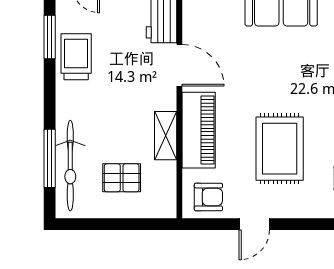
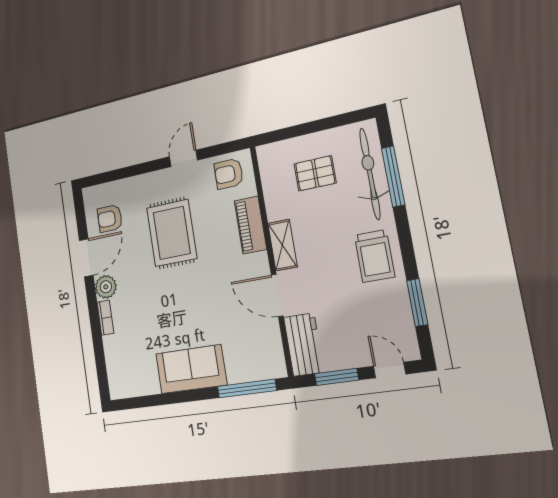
trolley: (76, 57) -> (374, 256), moved
piano: (199, 130) -> (250, 225), width x0.73, depth x0.75
shelving: (166, 136) -> (283, 245), moved

